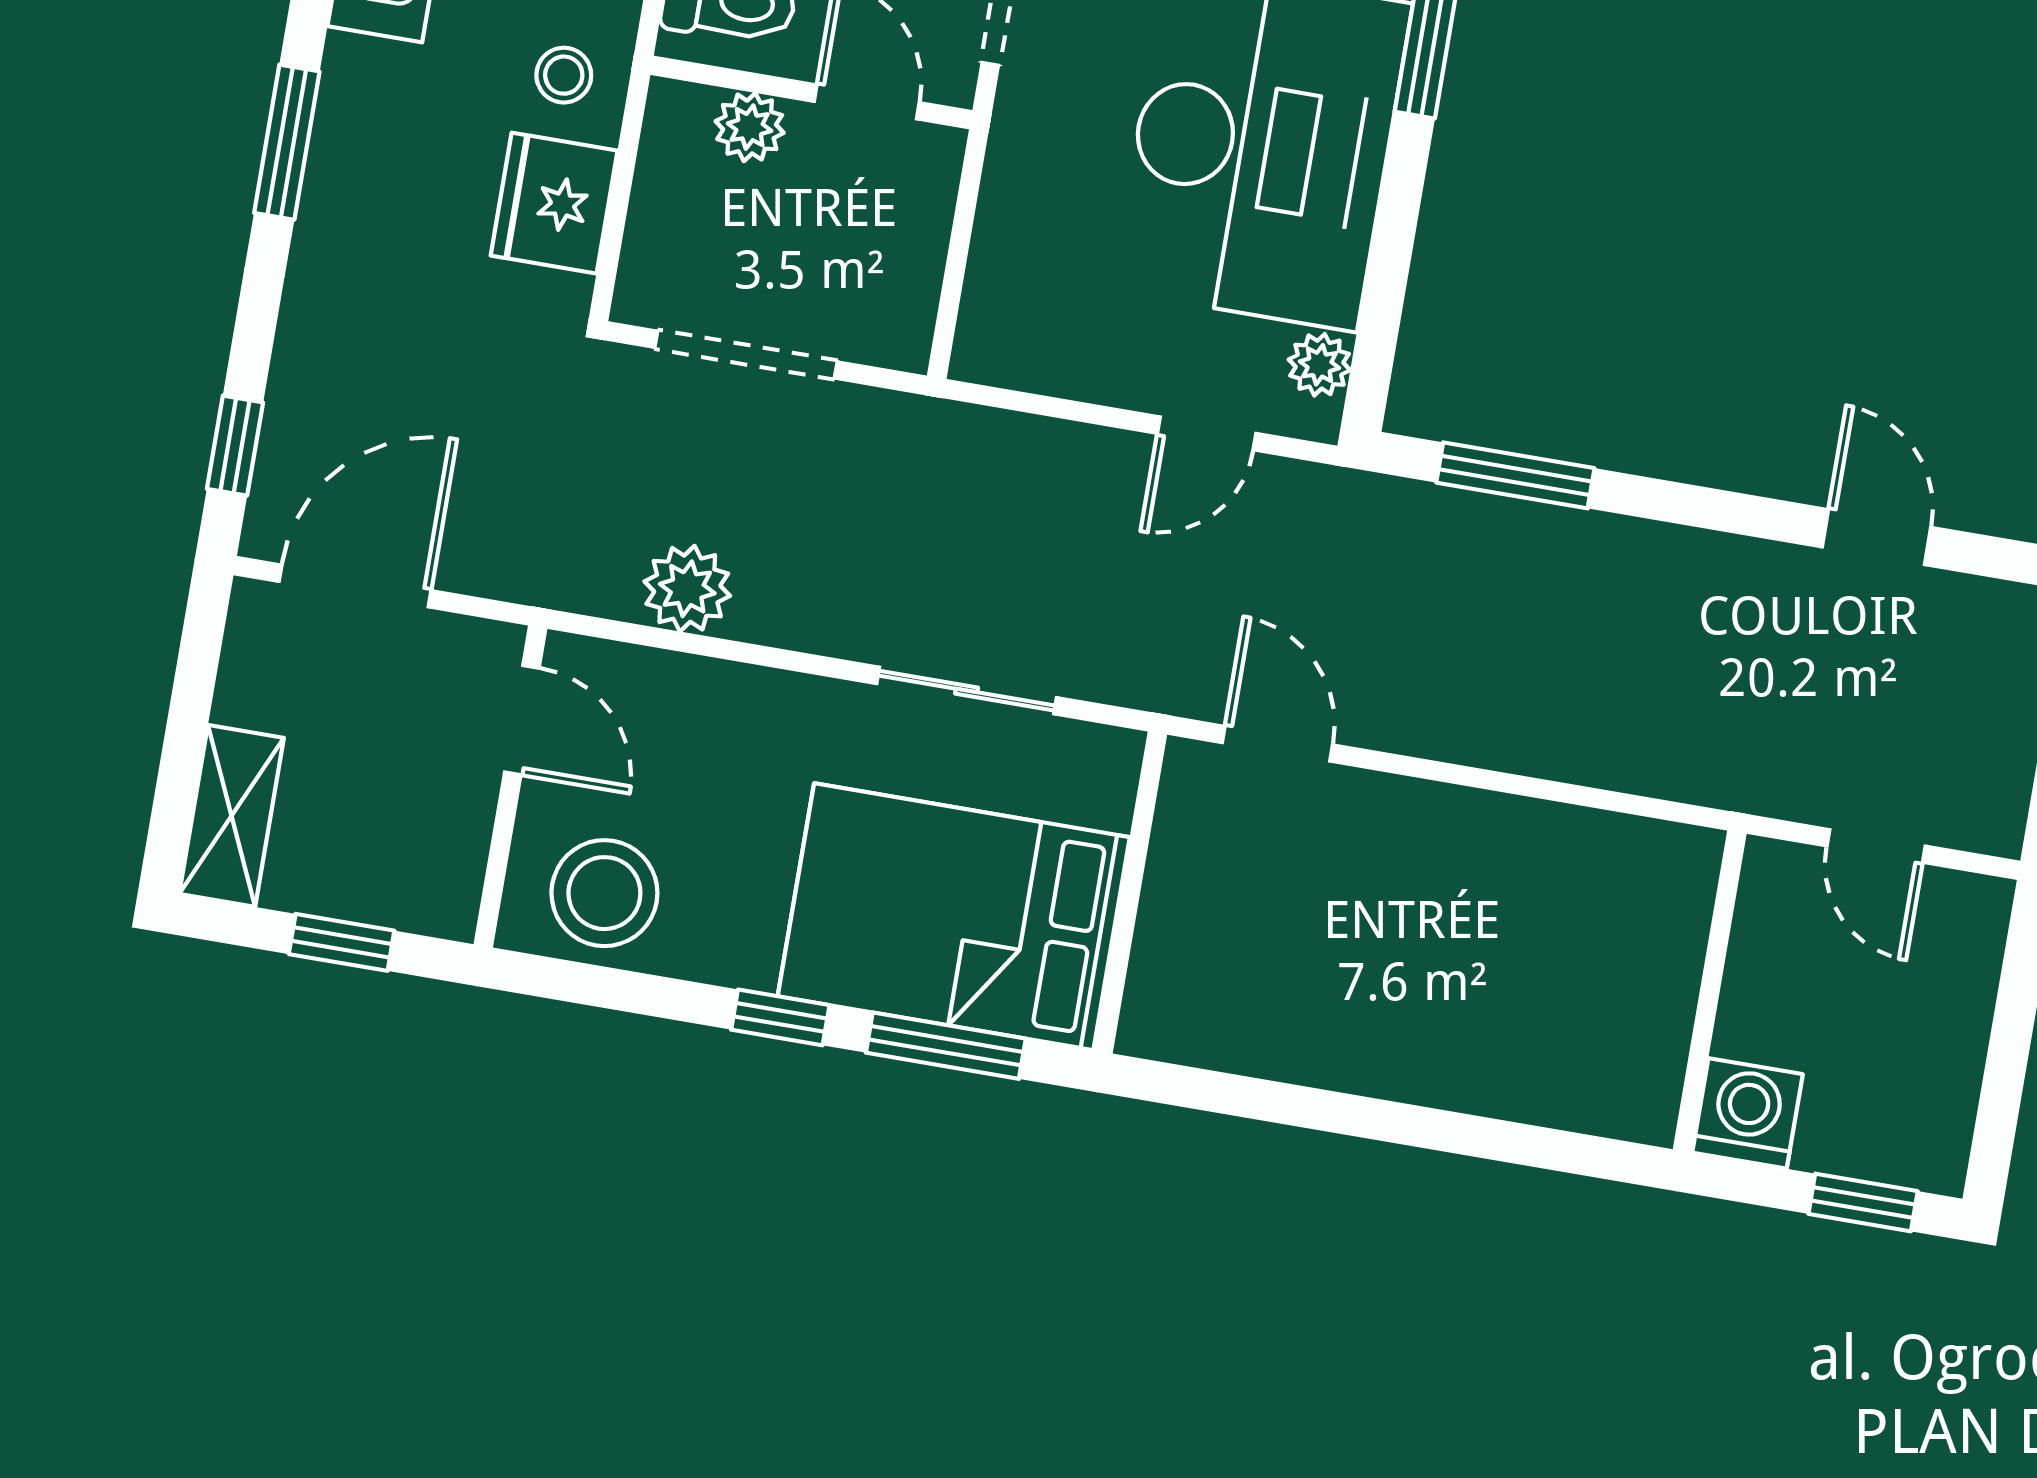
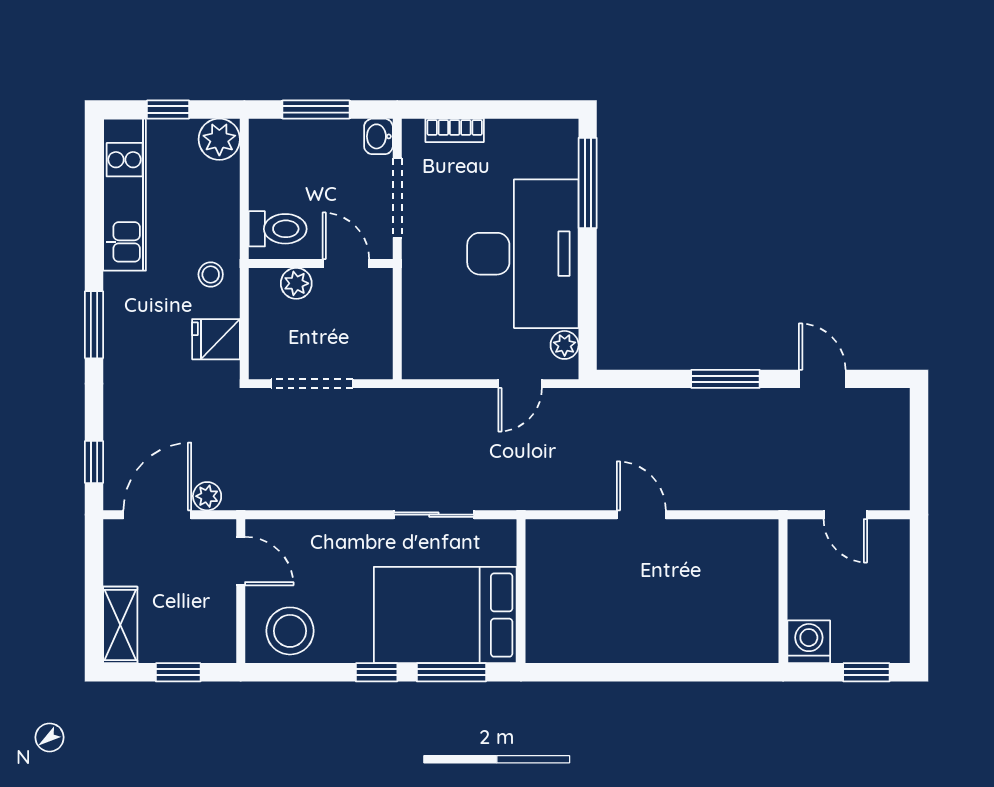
fridge: (554, 203) -> (216, 339), width x0.72
window: (1515, 475) -> (725, 379), moved
plant: (687, 589) -> (207, 496), moved, width x0.73, depth x0.73
door: (1277, 744) -> (641, 515), moved

